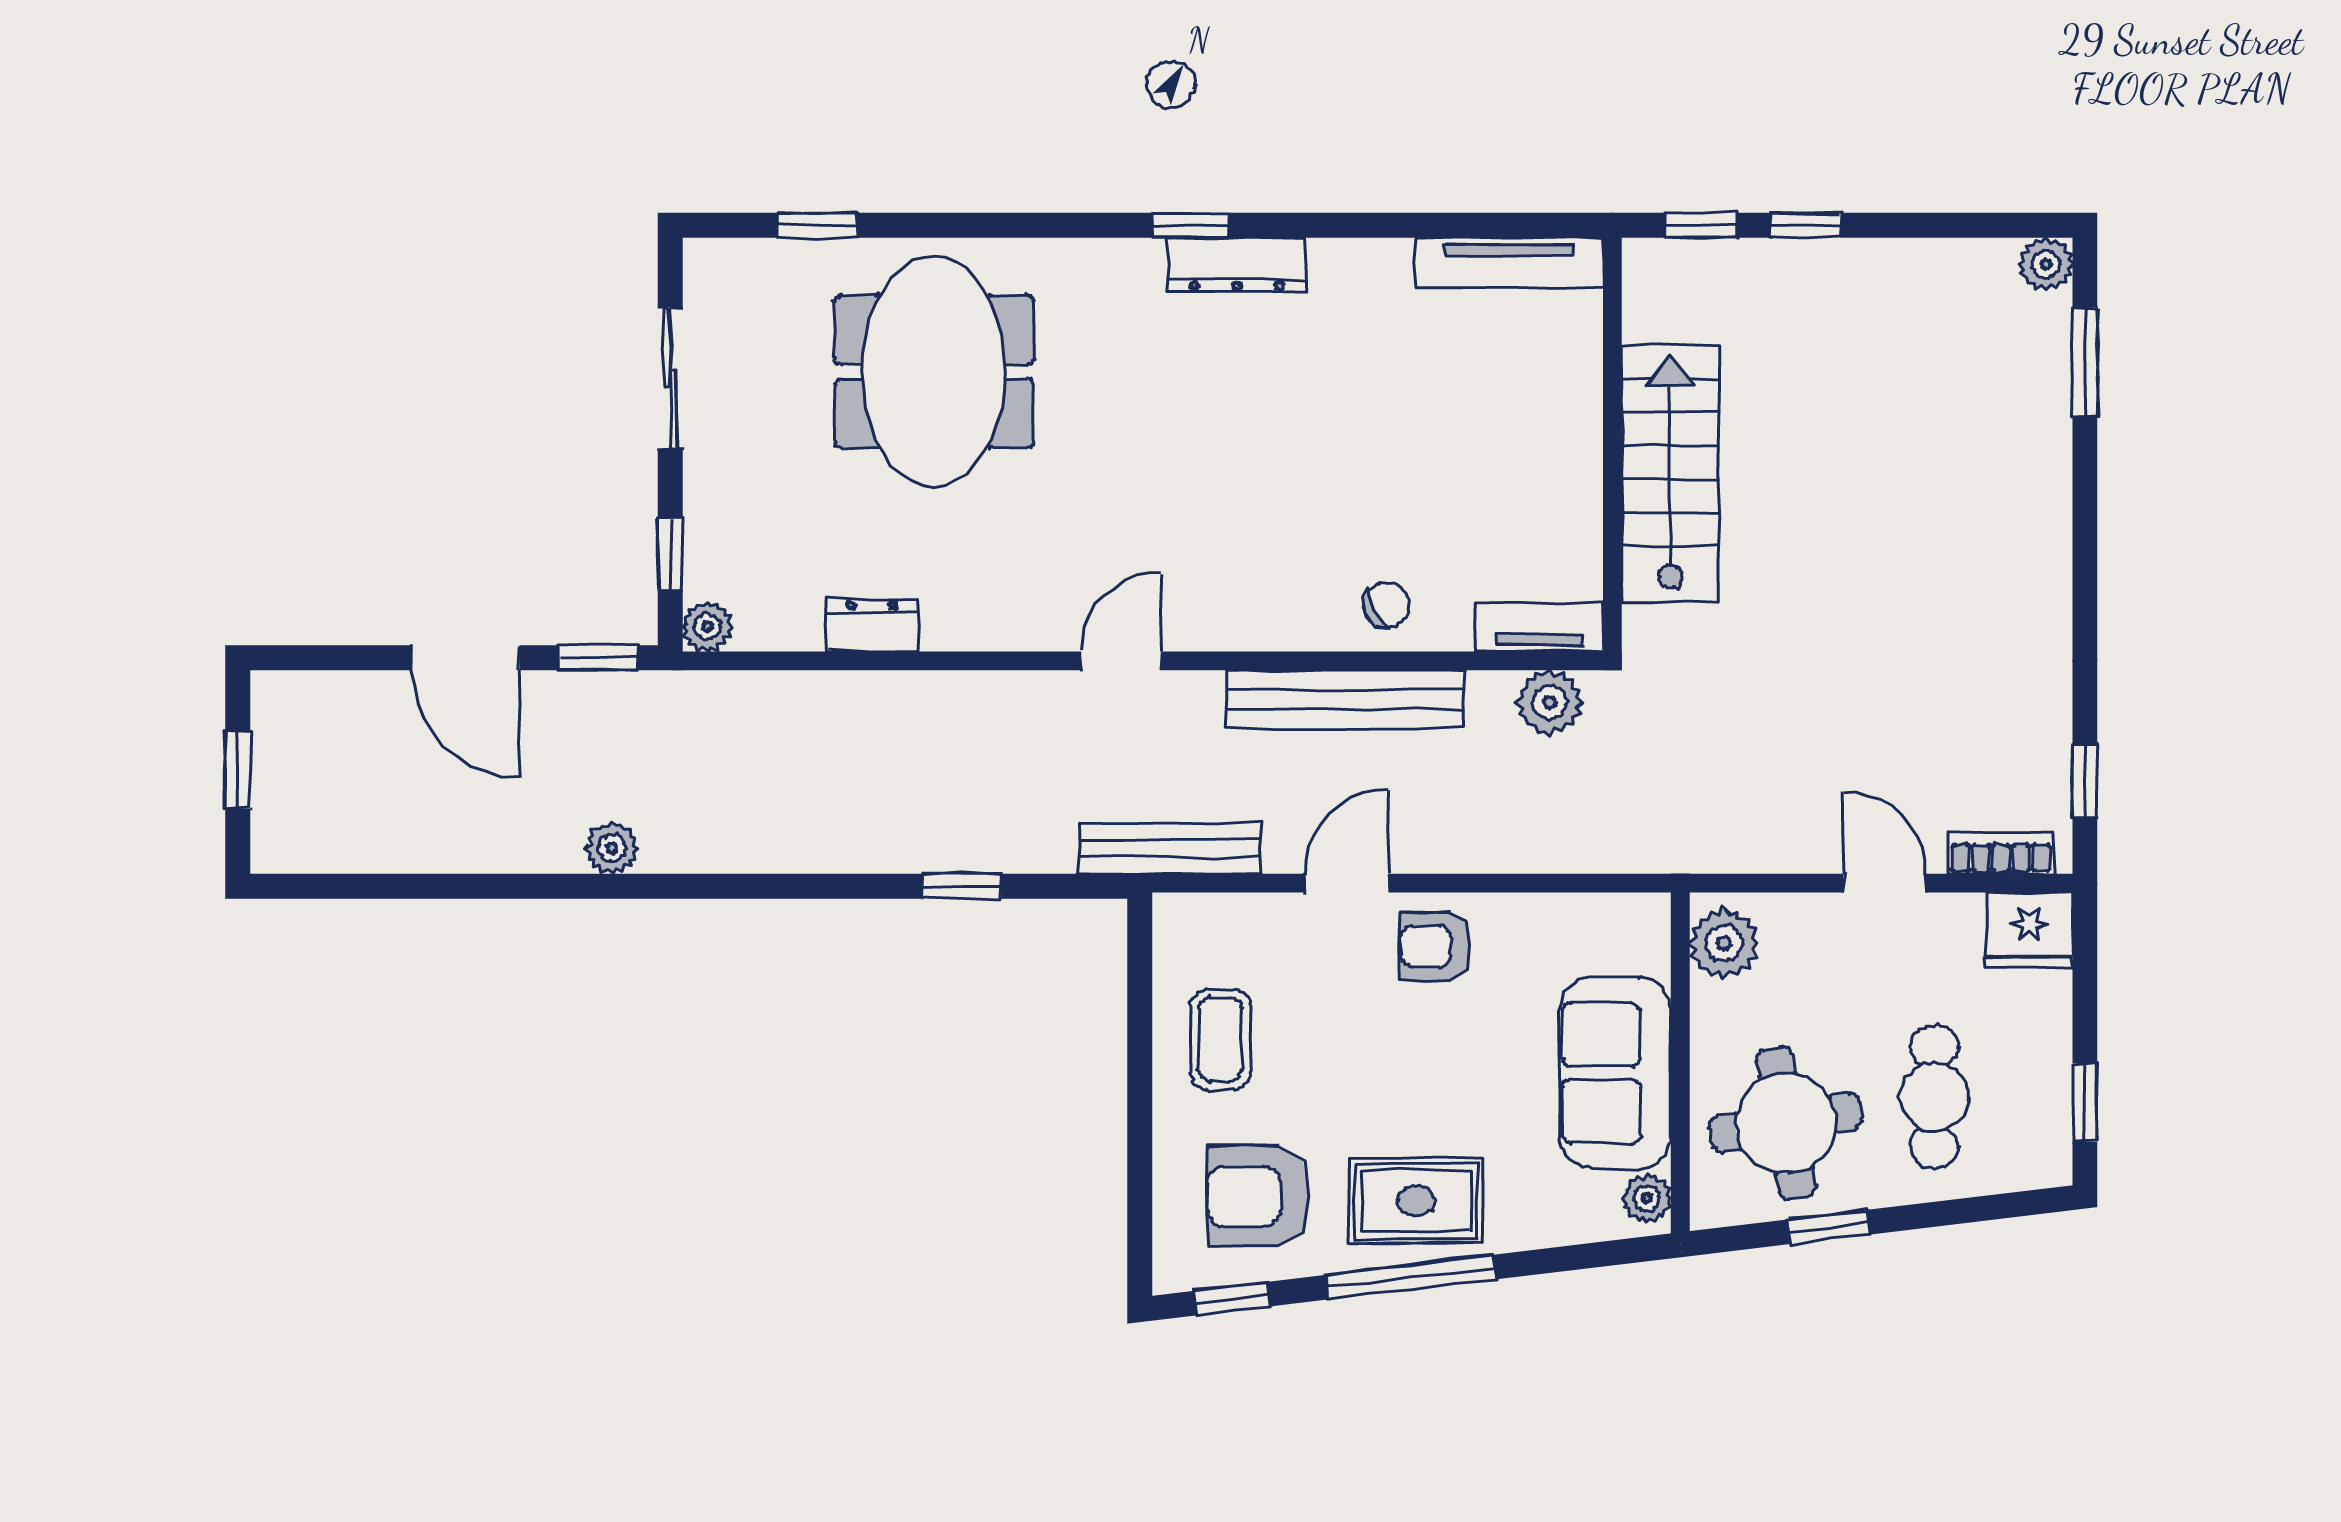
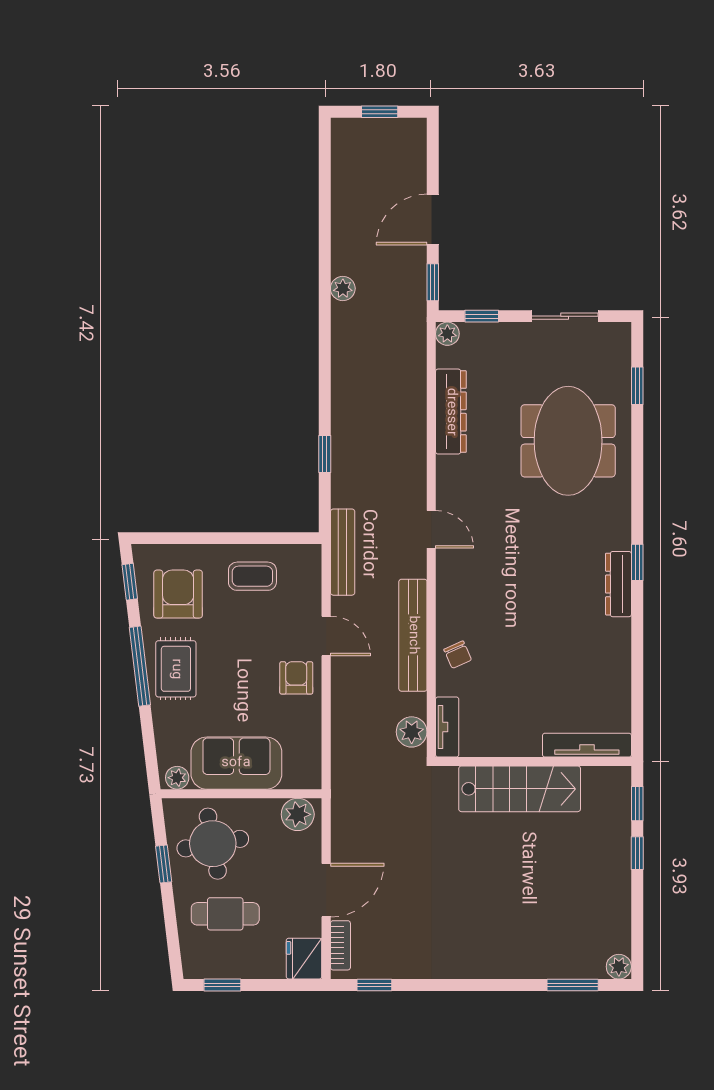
tv unit: (1509, 263) -> (587, 745), moved, turned 90
meeting table: (934, 371) -> (568, 441), turned 90
dresser: (872, 626) -> (451, 412), width x1.96, depth x1.24
door: (1884, 883) -> (326, 890), width x1.38

